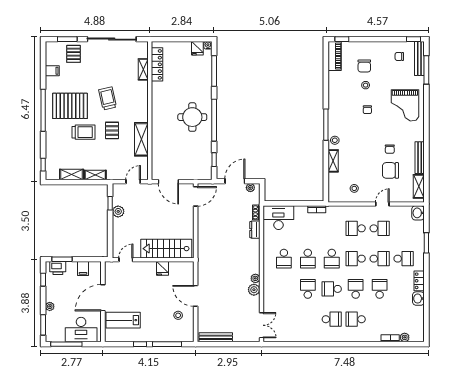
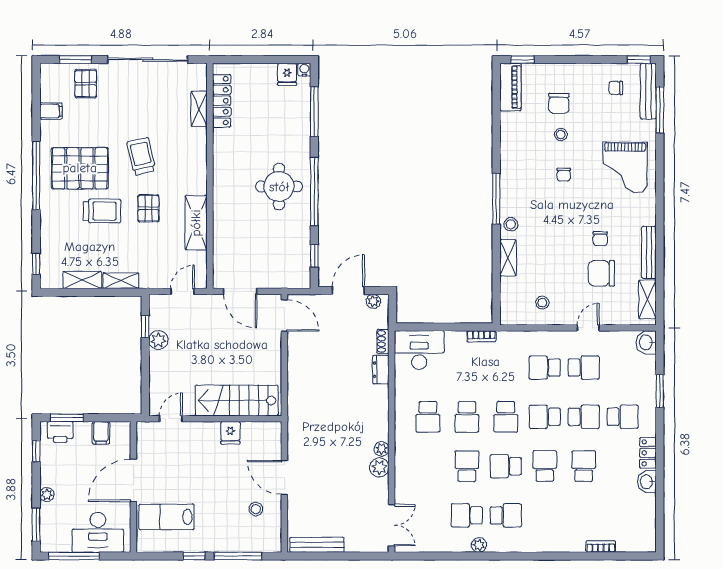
door: (196, 196) -> (284, 315), hinge flipped
school desk: (356, 319) -> (467, 515), moved
plant: (405, 337) -> (479, 545), moved

